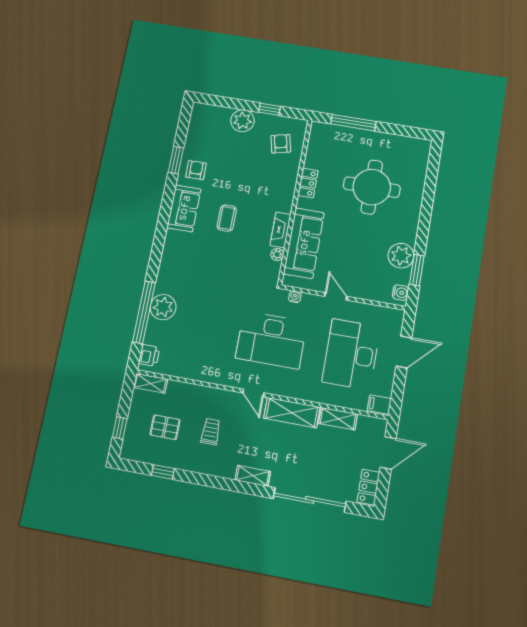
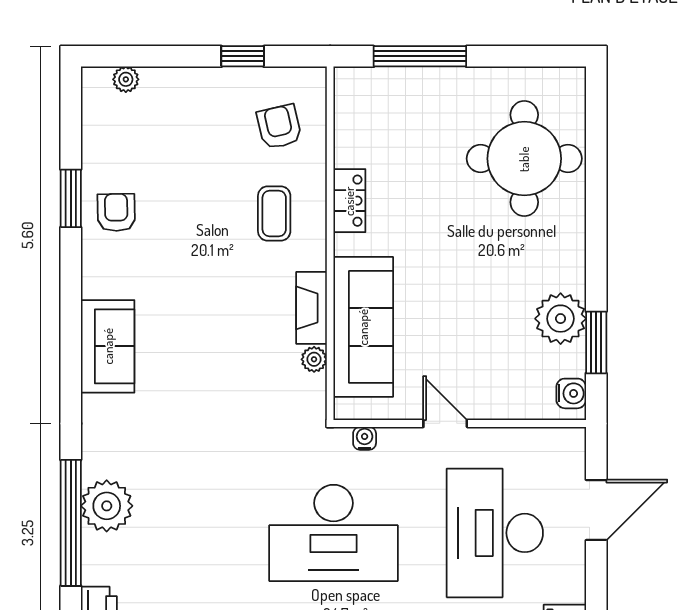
plant: (242, 121) -> (126, 79), moved, width x0.53, depth x0.53
round table: (372, 187) -> (524, 159), moved
sofa: (184, 208) -> (108, 346), moved
coffee table: (227, 218) -> (274, 214), moved

